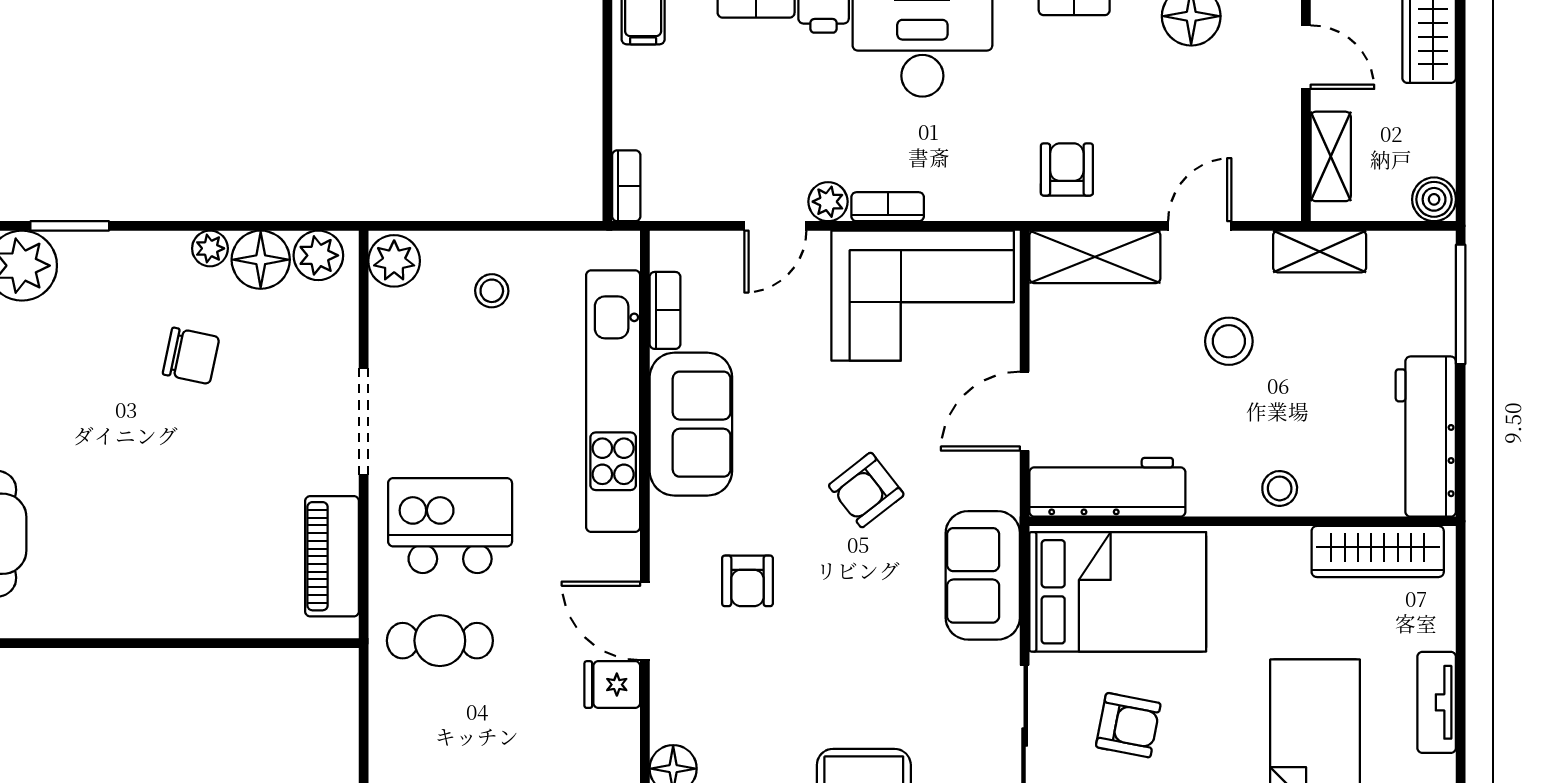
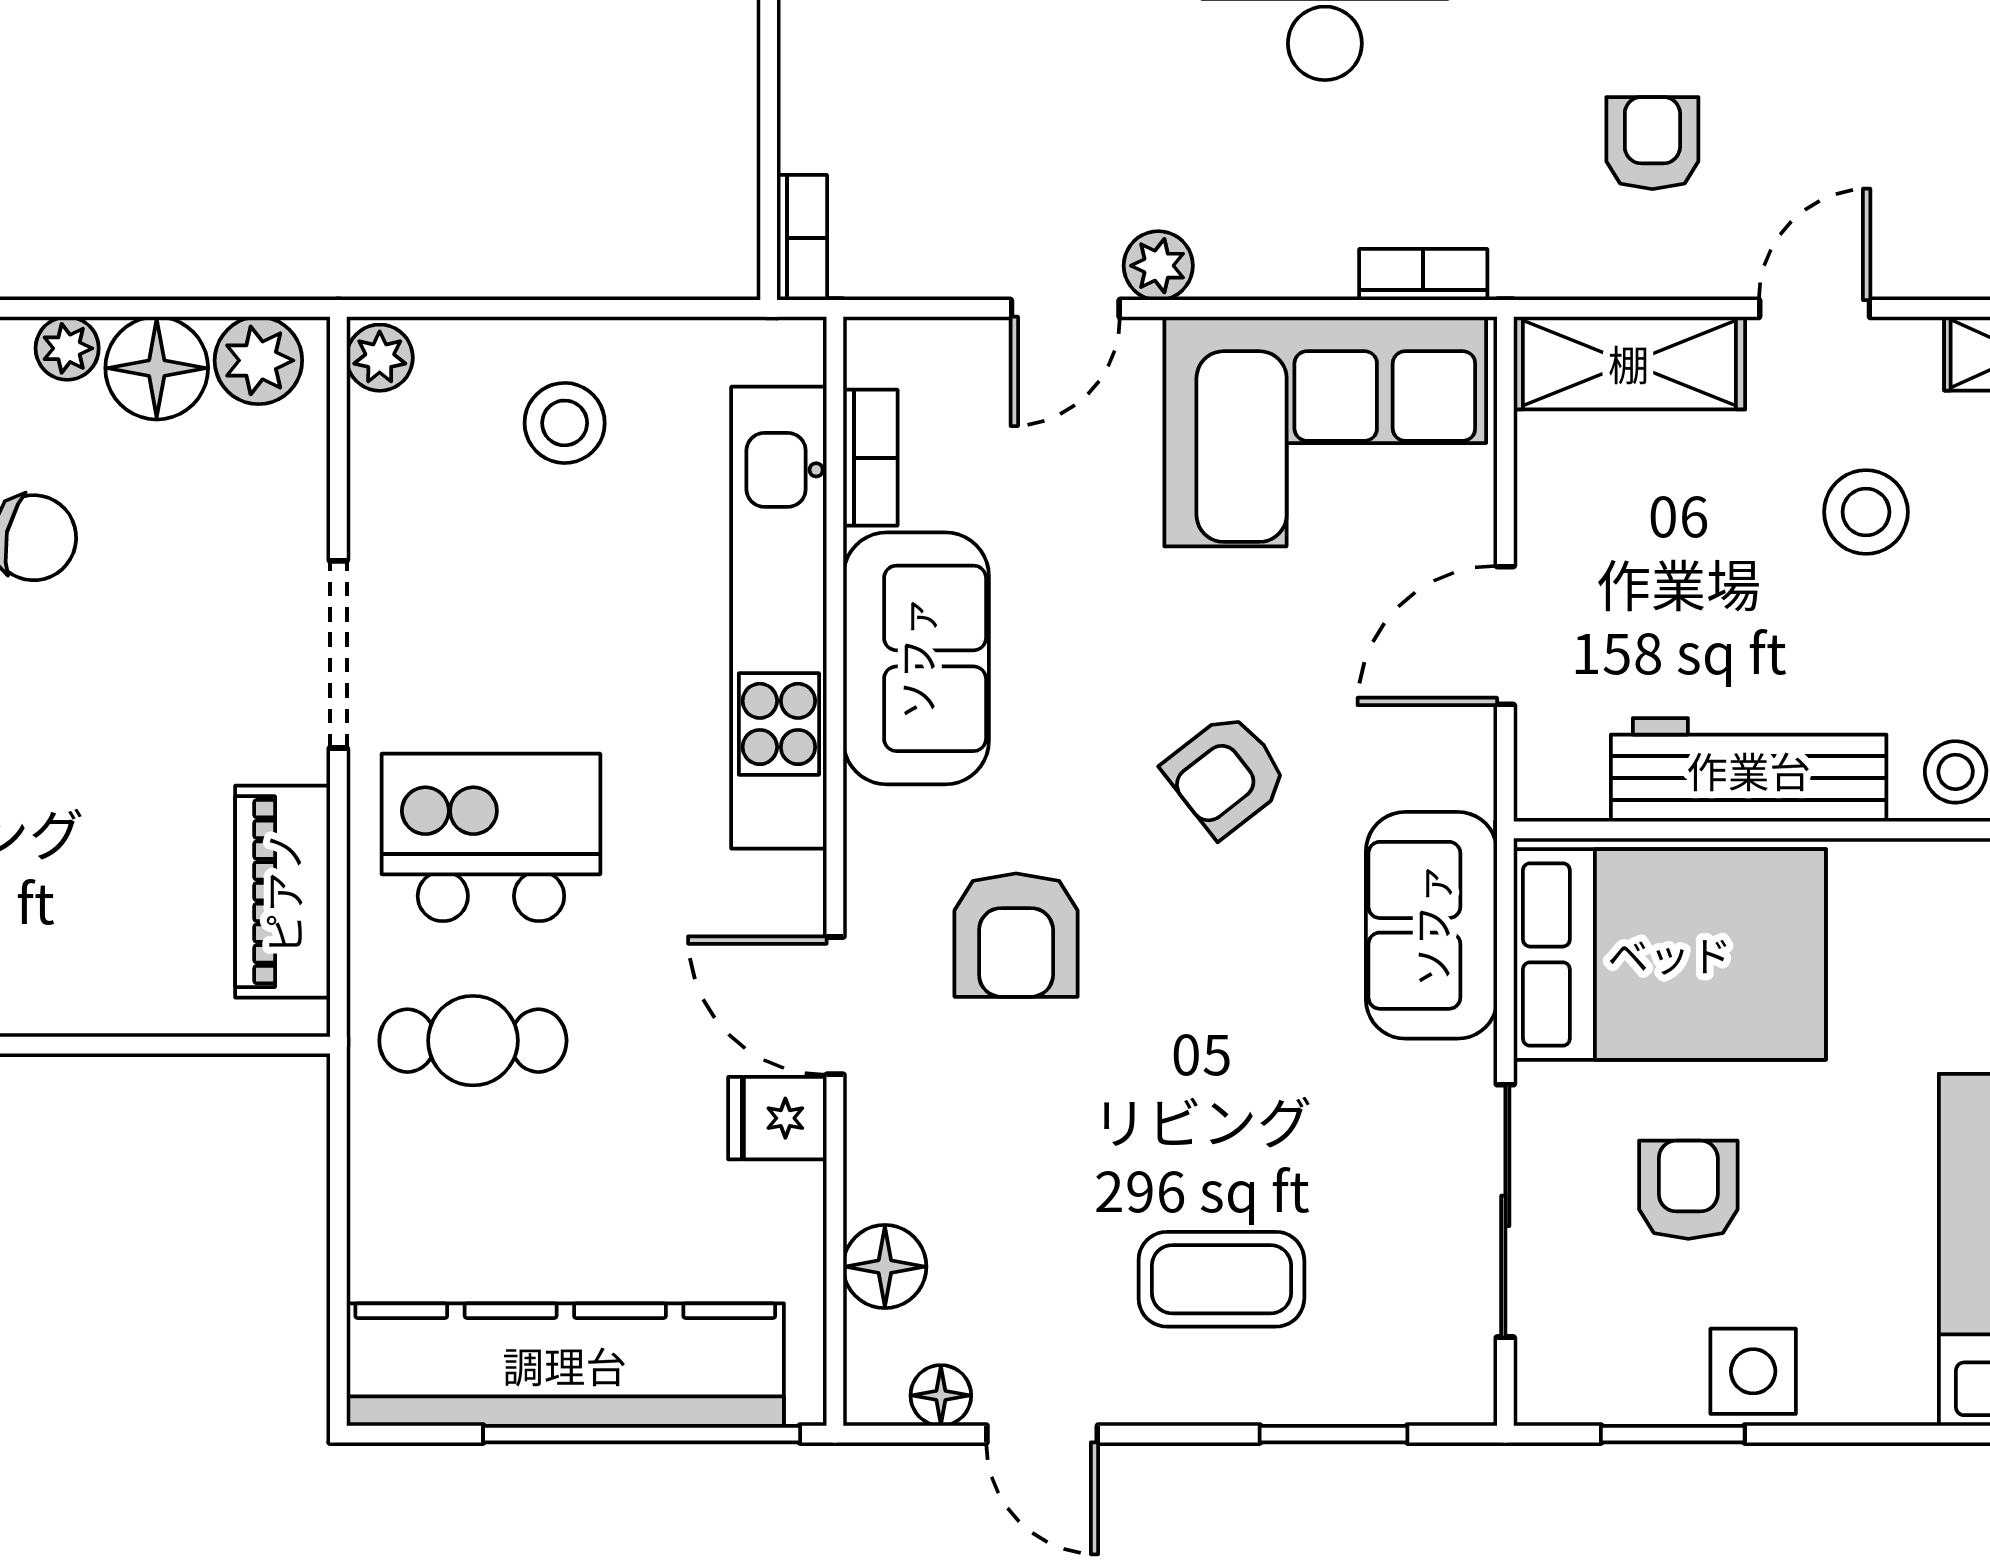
armchair: (1067, 169) -> (1652, 143), moved
bookcase: (888, 207) -> (1423, 275), moved
plant: (394, 261) -> (380, 358), width x0.73, depth x0.73
stool: (492, 291) -> (565, 423), width x1.37, depth x1.37
workbench: (1107, 487) -> (1749, 770), moved
armchair: (747, 581) -> (1016, 935), width x1.38, depth x1.38
armchair: (1128, 725) -> (1688, 1190), turned -101

